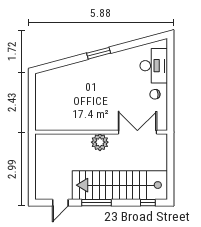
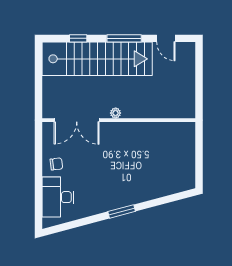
plant: (100, 142) -> (116, 113), width x0.53, depth x0.53
door: (60, 203) -> (166, 38), swing flipped
window: (148, 203) -> (78, 38), moved

